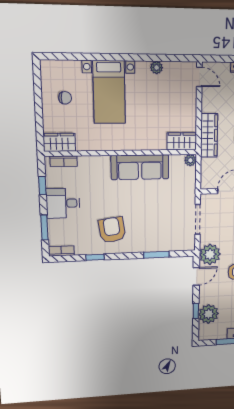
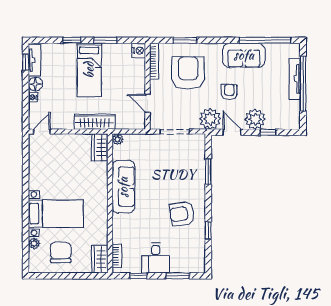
plant: (157, 68) -> (34, 243), moved
chair: (65, 98) -> (61, 253), width x1.87, depth x1.87
bookcase: (61, 251) -> (201, 261), removed
plant: (209, 314) -> (255, 119), moved

